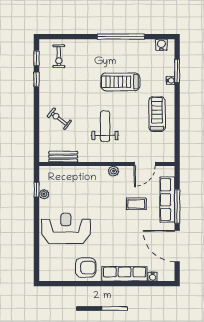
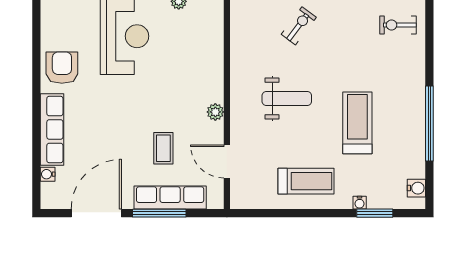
bench: (63, 157) -> (239, 32), removed
armchair: (86, 268) -> (62, 68), turned 180

